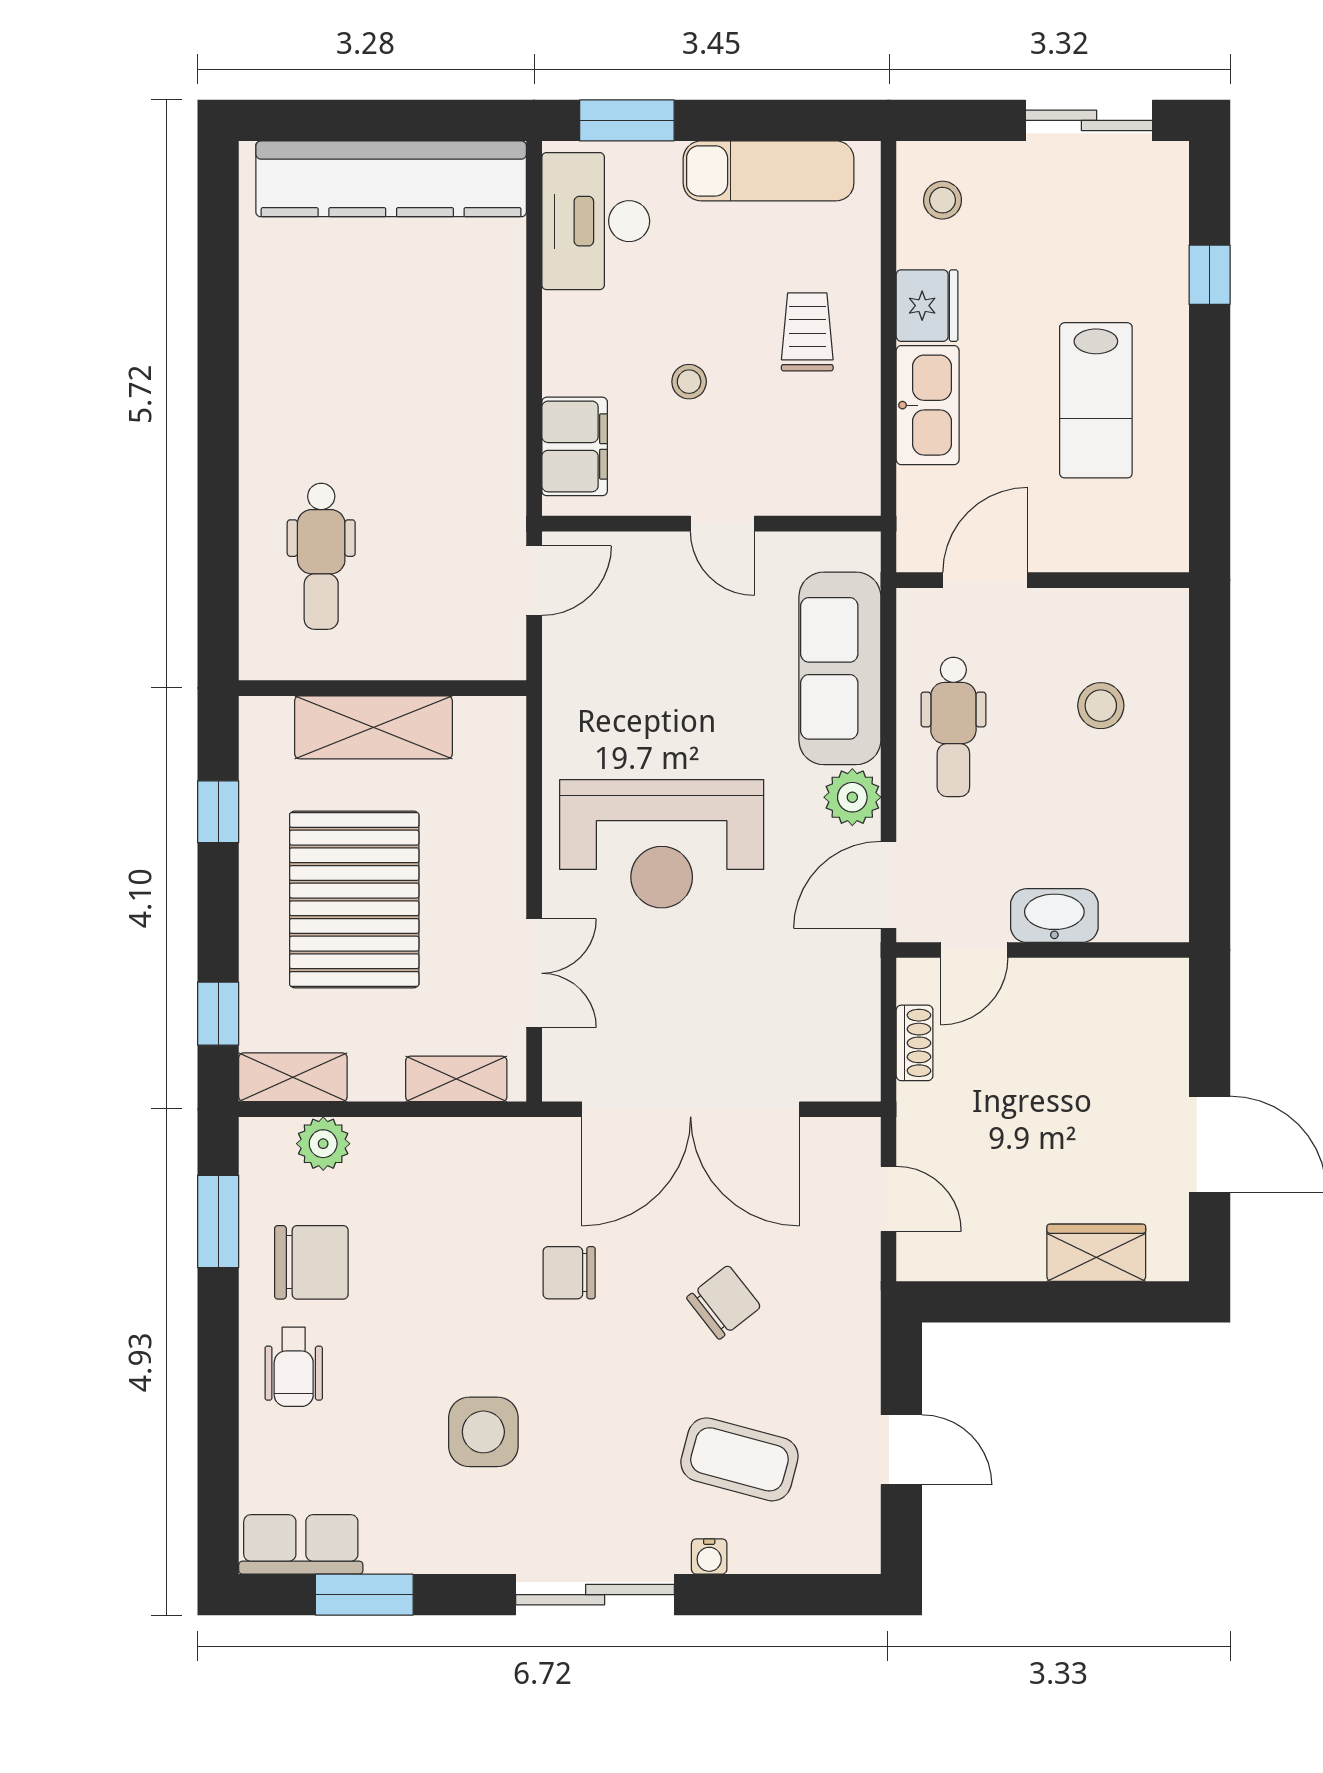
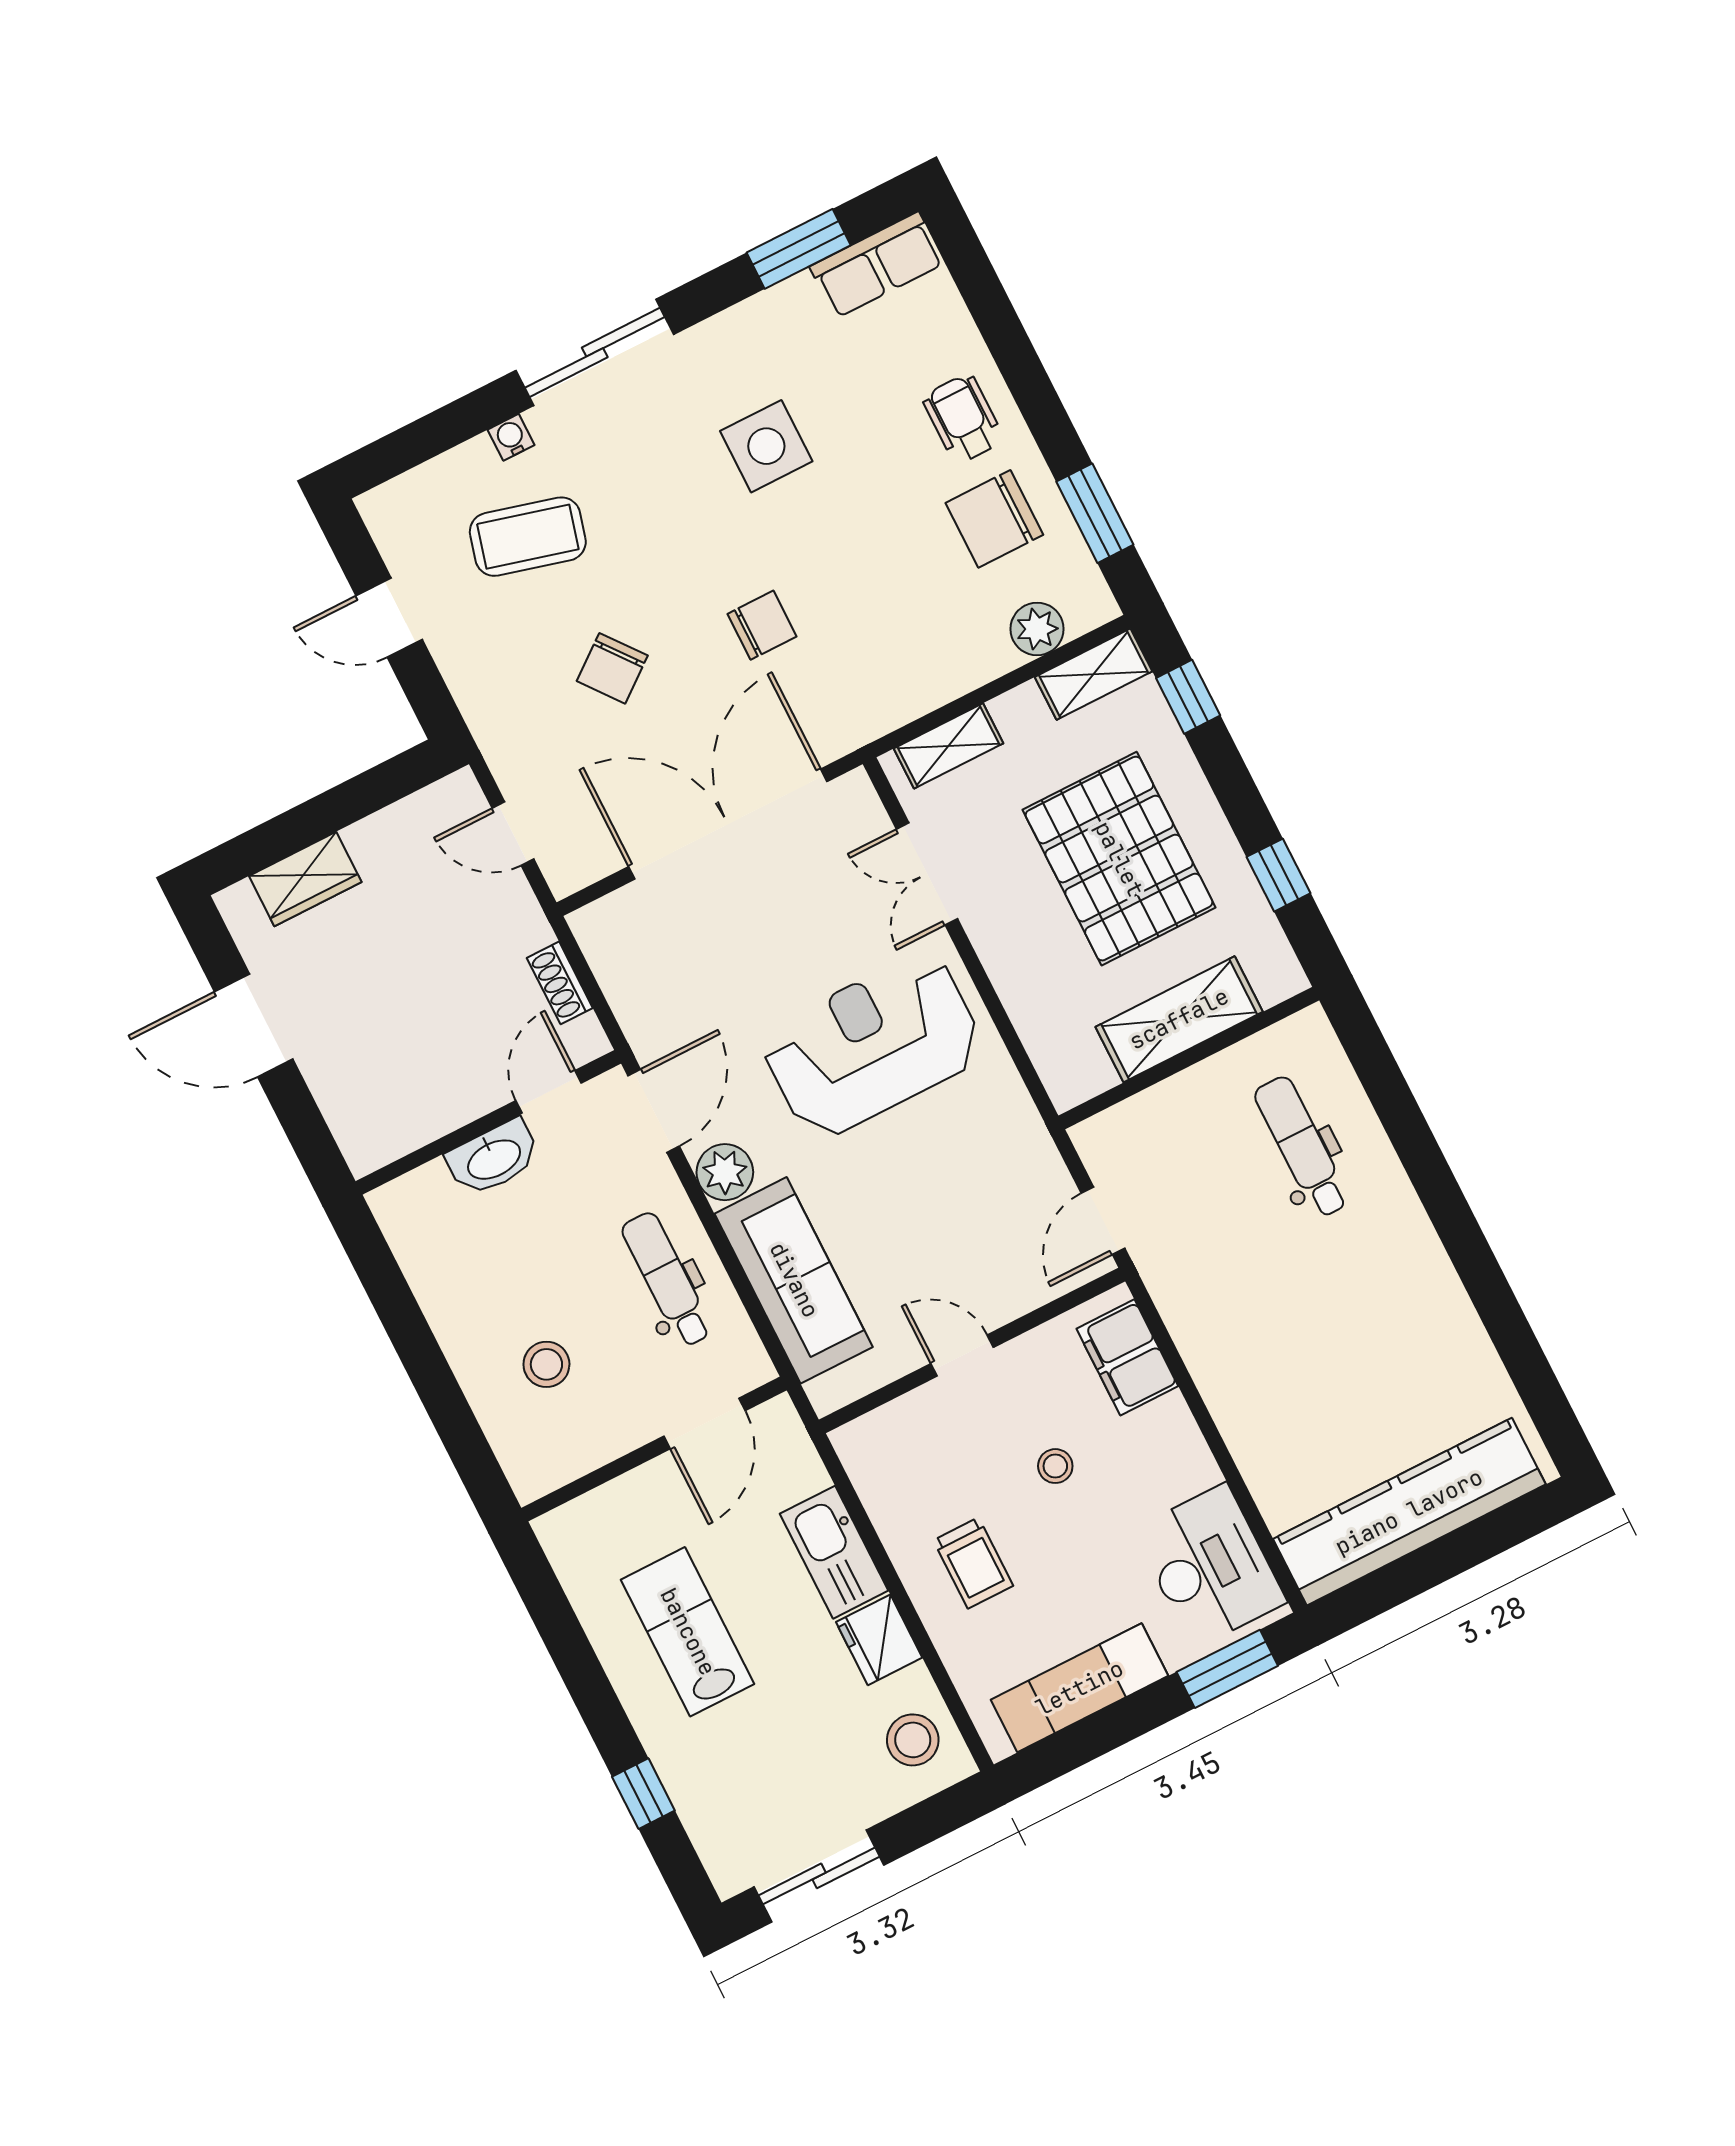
stool: (943, 200) -> (913, 1740), width x1.37, depth x1.37

